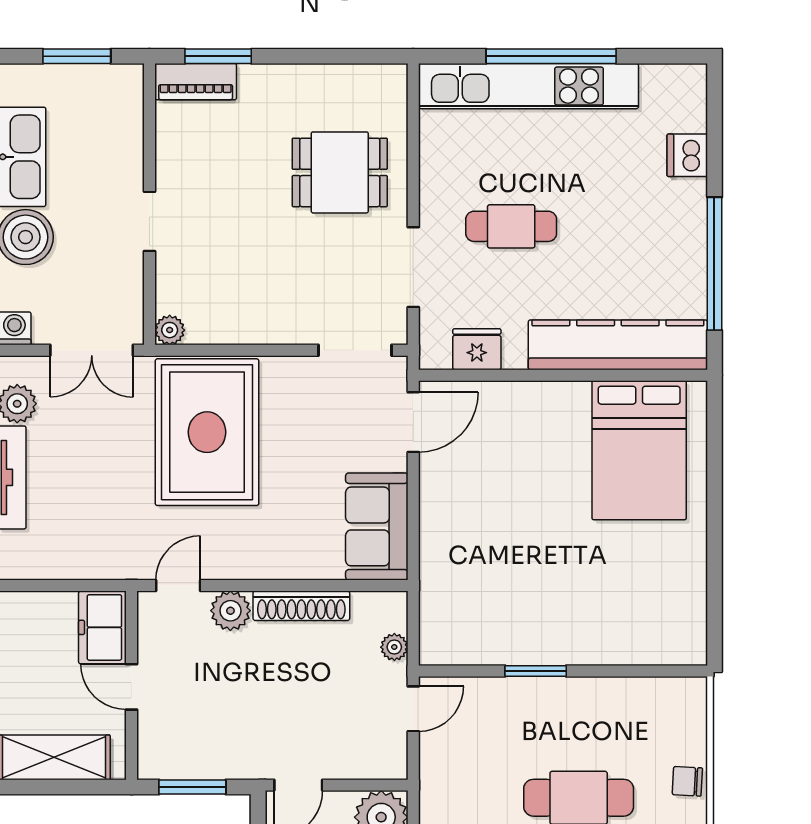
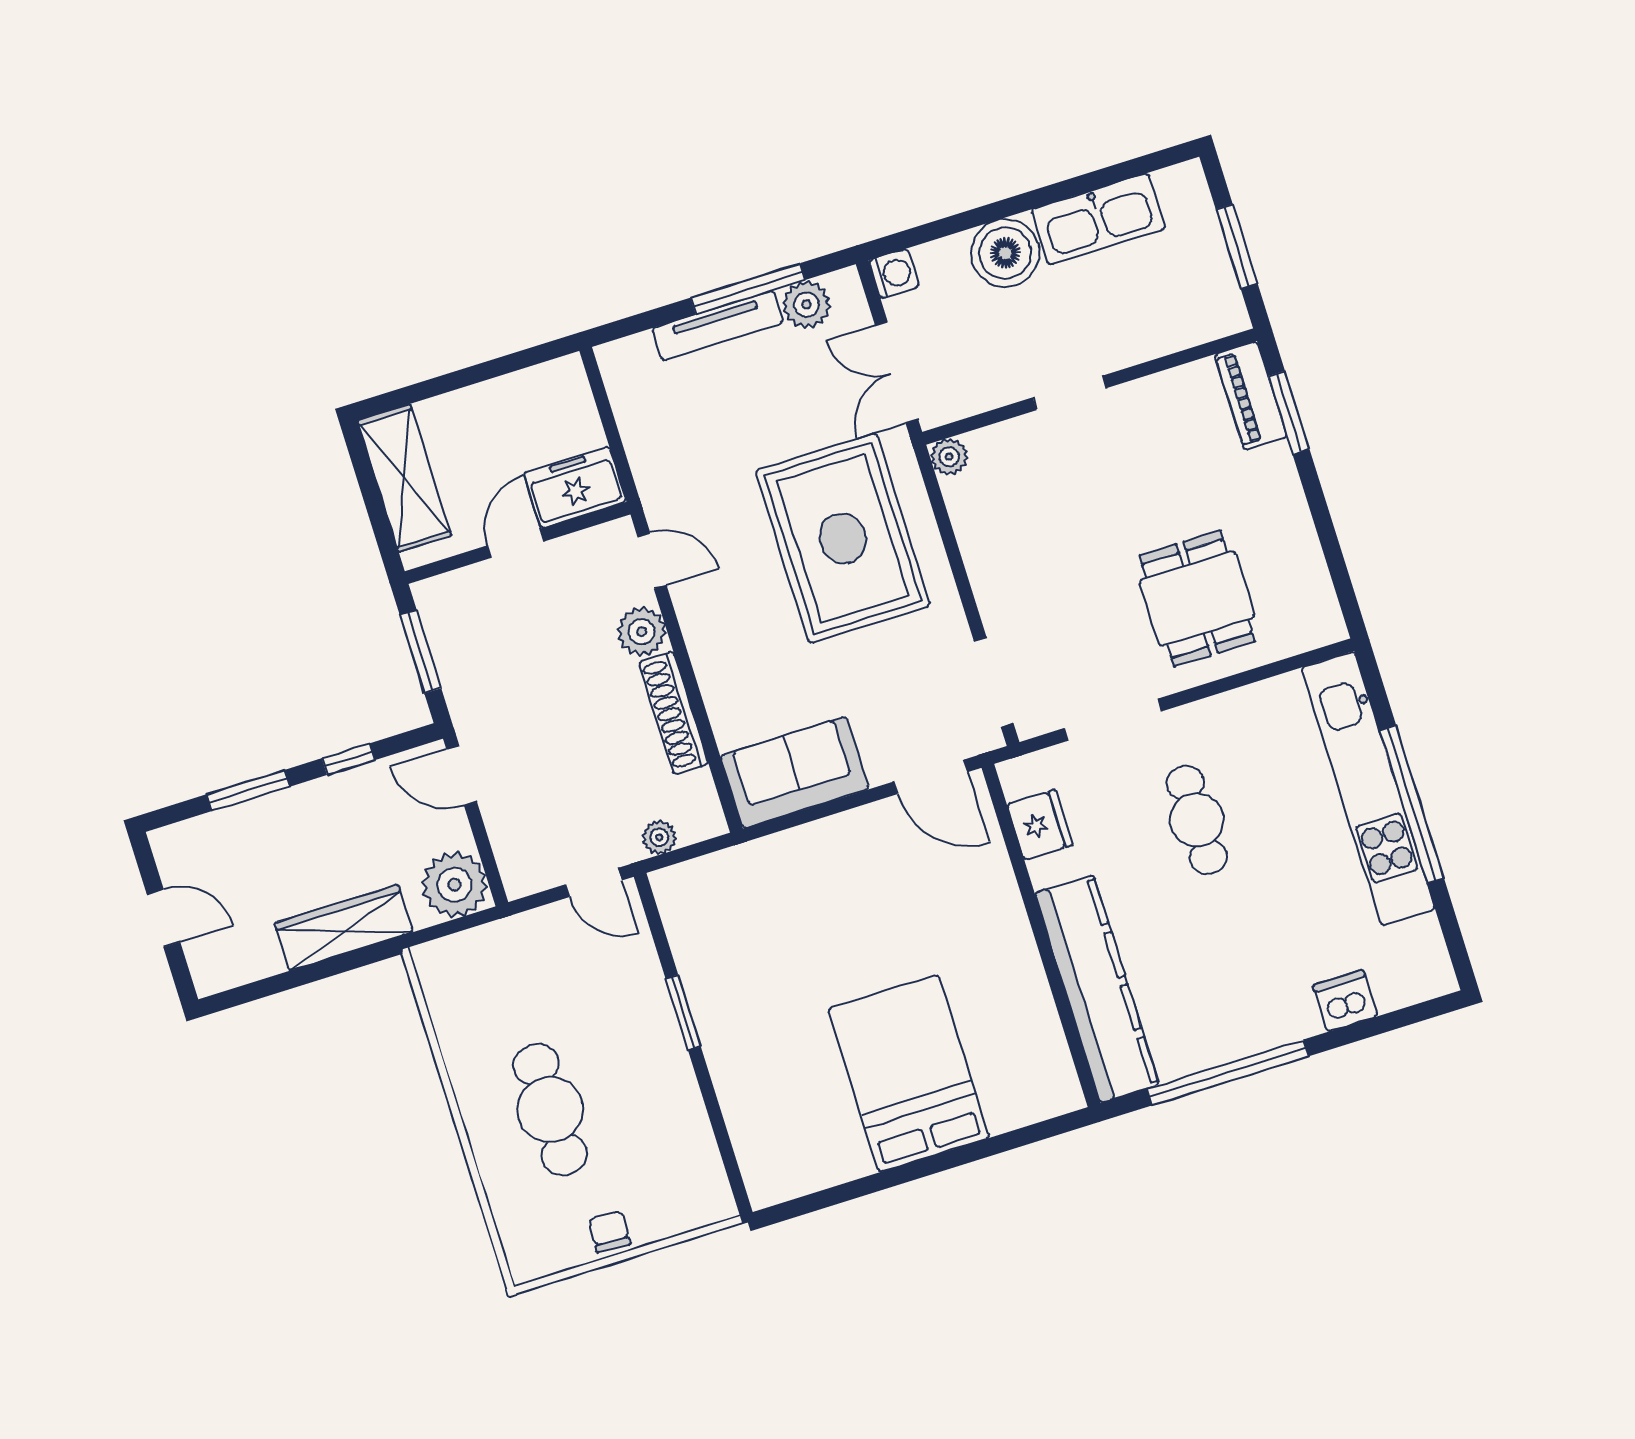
rug: (207, 432) -> (843, 538), turned 90
bed: (639, 450) -> (909, 1073), moved, turned 90

